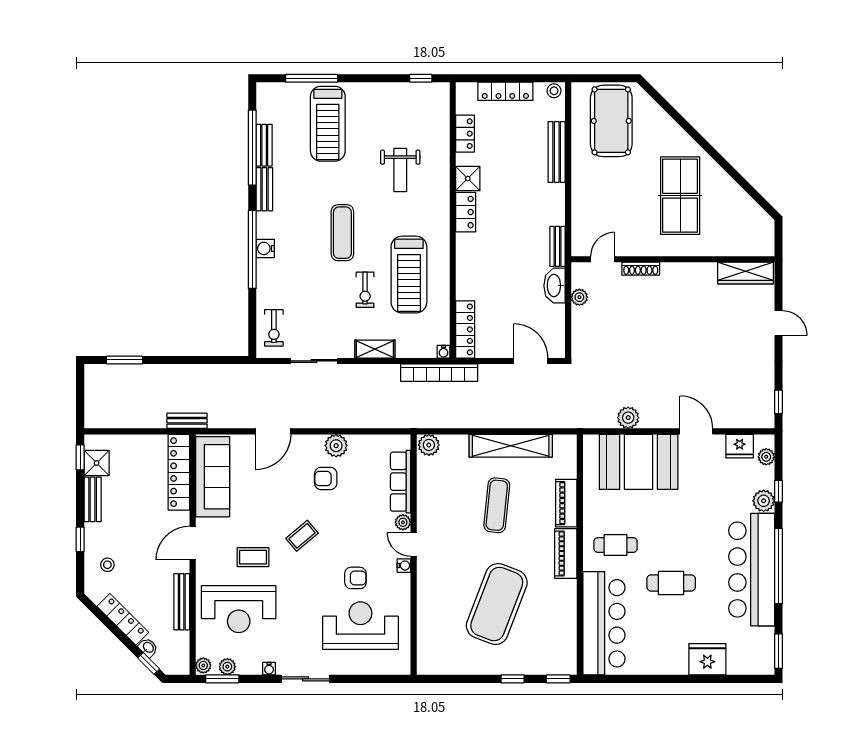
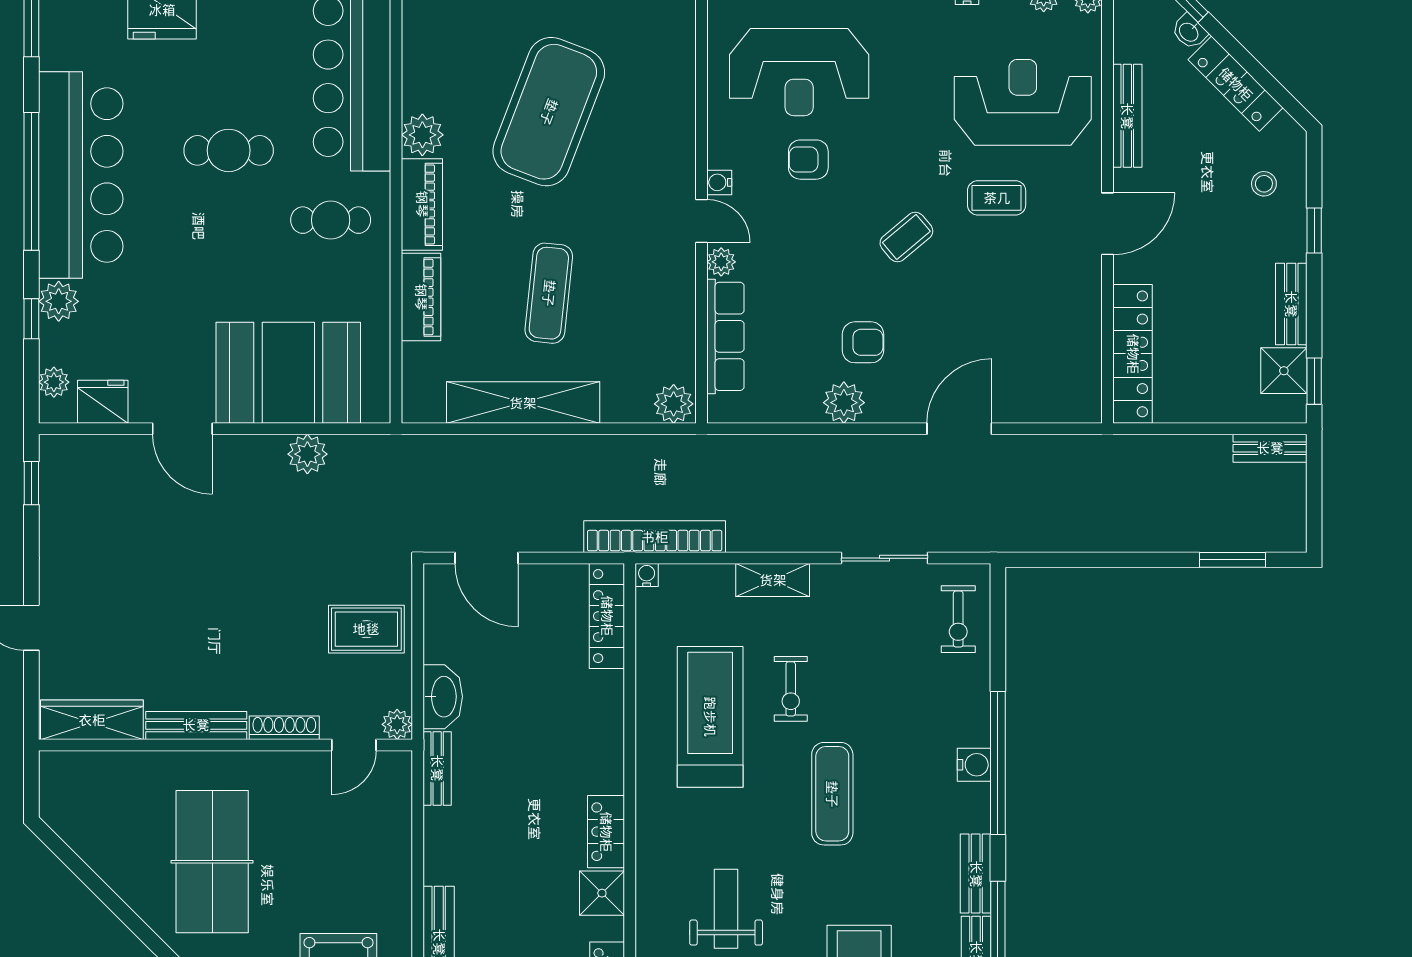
bench: (689, 270) -> (196, 725), added
exercise bike: (365, 290) -> (791, 689), turned 180
plant: (579, 297) -> (397, 724), moved
rug: (596, 322) -> (366, 629), added
exercise bike: (274, 328) -> (958, 619), turned 180
bench: (187, 421) -> (1270, 448), moved
sofa: (213, 477) -> (1071, 345), removed
plant: (566, 591) -> (422, 135), added

